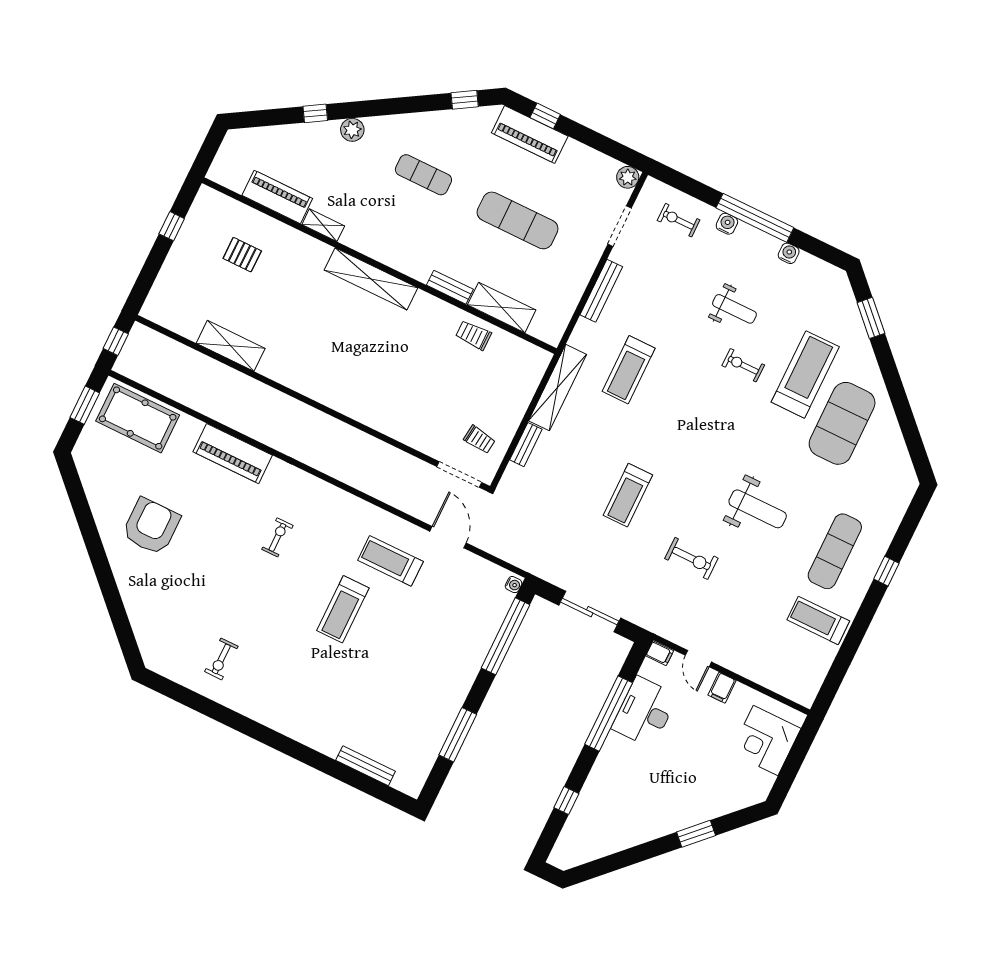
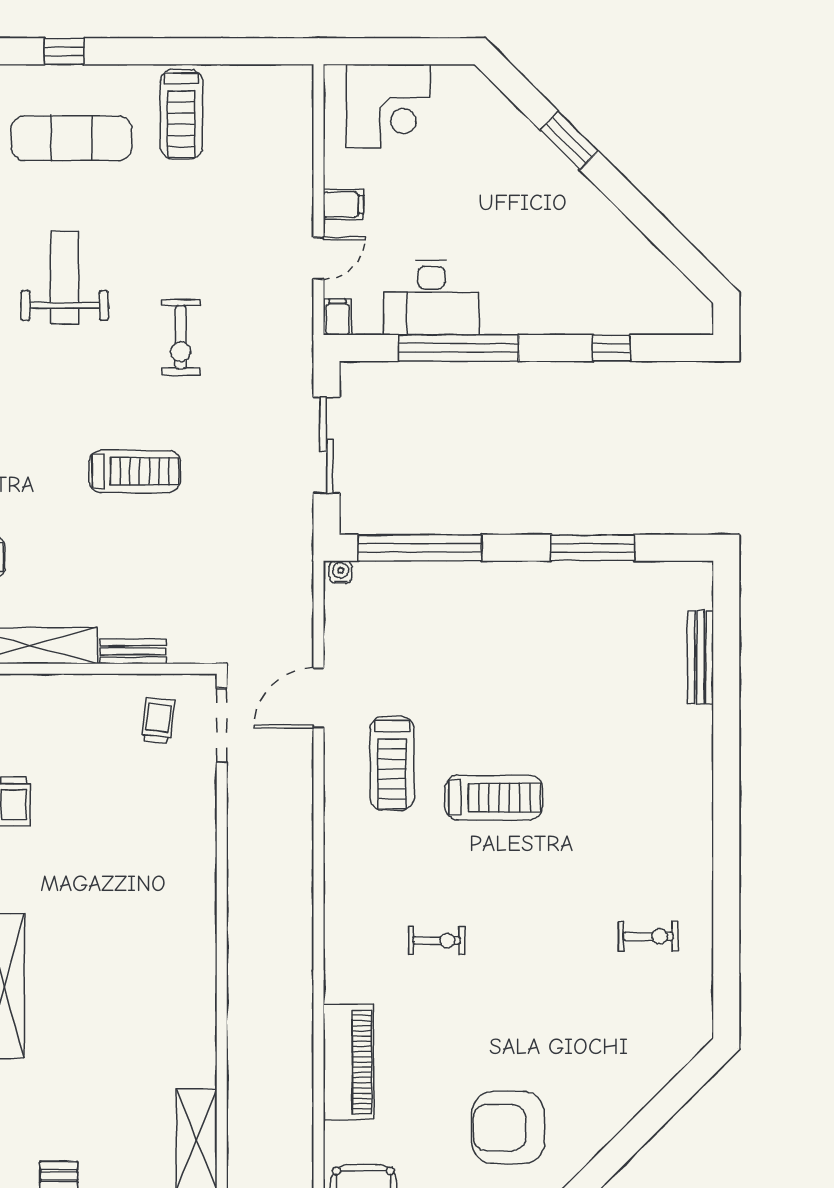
exercise bike: (277, 537) -> (437, 940), turned 180
exercise bike: (691, 558) -> (181, 337), turned 180

